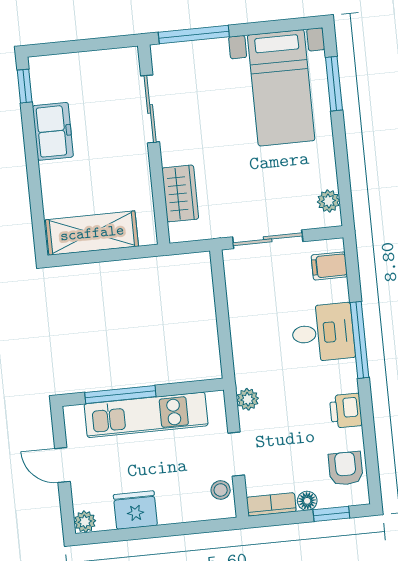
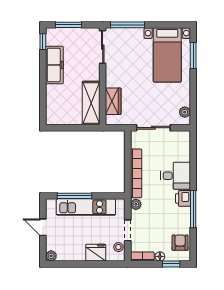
window: (73, 47) -> (69, 25), added
sliding door: (150, 109) -> (103, 47), moved
freezer: (53, 131) -> (54, 65), width x1.40
shelving: (92, 233) -> (91, 103), moved, turned 90
filing cabinet: (329, 266) -> (182, 144), removed
bookcase: (242, 336) -> (136, 173), added
window: (360, 340) -> (193, 209), moved
printer: (346, 411) -> (183, 198), moved
fridge: (135, 510) -> (96, 253), moved

